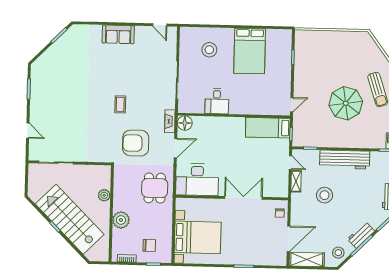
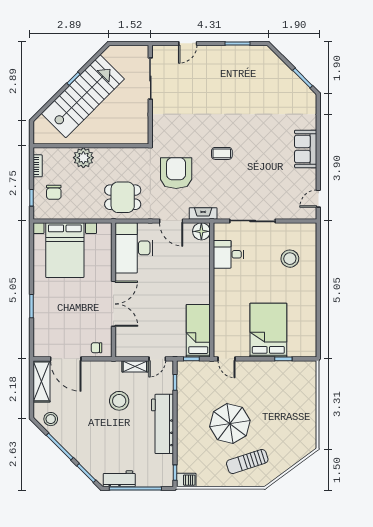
bed: (250, 51) -> (268, 330), moved, turned 90
desk: (217, 101) -> (228, 254), moved
plant: (104, 195) -> (112, 137), removed
workbench: (361, 235) -> (72, 446), removed

